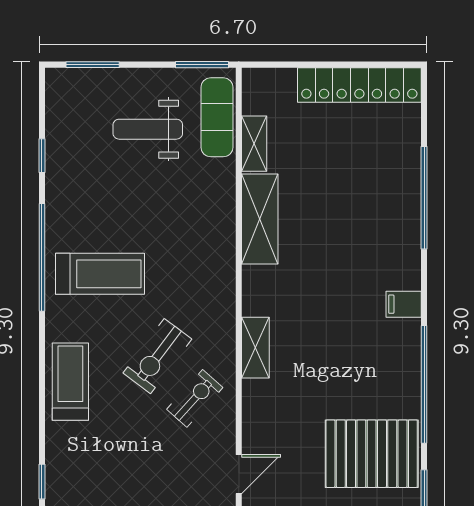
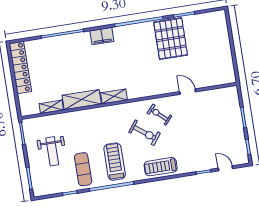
exercise mat: (217, 117) -> (83, 169), moved, turned 90
filing cabinet: (404, 304) -> (102, 36), width x2.00
shelving: (255, 348) -> (114, 96), moved

